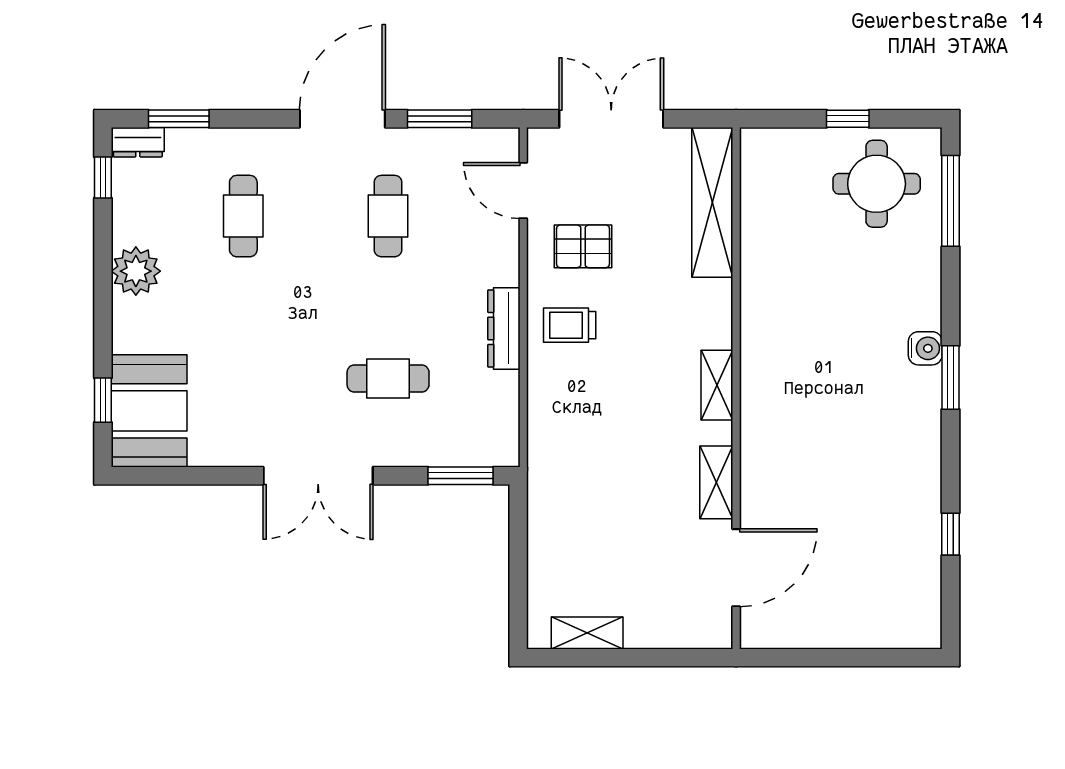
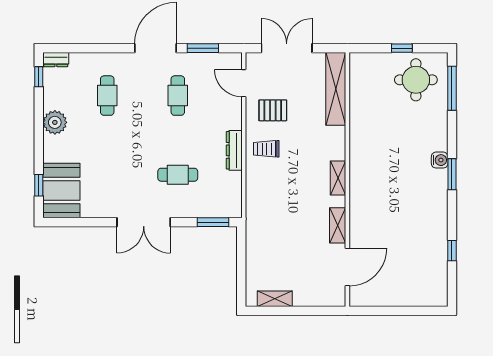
window: (179, 119) -> (76, 48), removed

